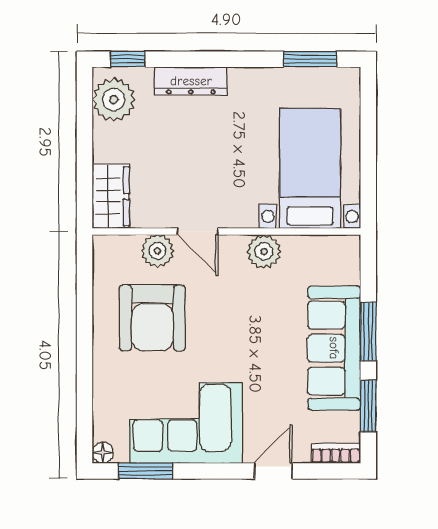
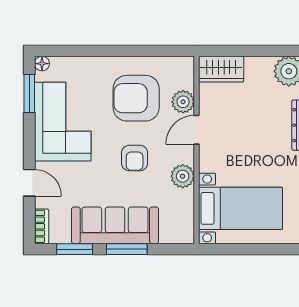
armchair: (238, 320) -> (135, 158), added

